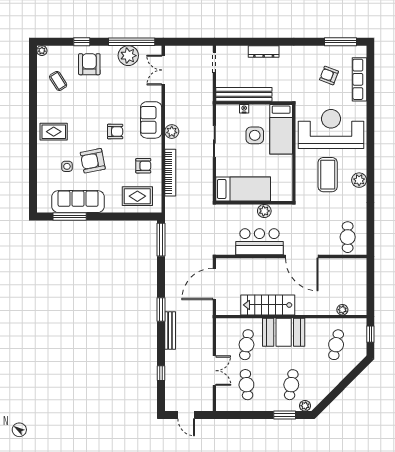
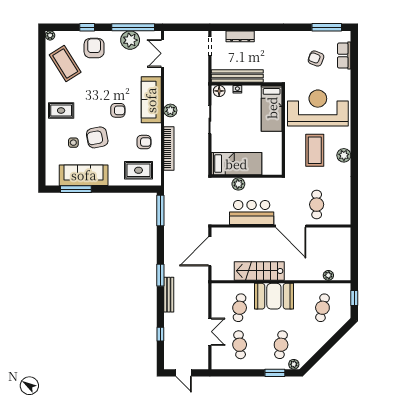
dresser: (264, 51) -> (240, 36), moved
row of seats: (359, 79) -> (344, 56), width x0.68
coffee table: (58, 81) -> (65, 64), width x1.86, depth x1.72
floor lamp: (224, 111) -> (219, 91), added
sofa: (151, 120) -> (151, 100), width x1.36
side table: (255, 135) -> (247, 114), removed
plant: (264, 211) -> (238, 184), moved
cafe table: (348, 237) -> (317, 205), moved

